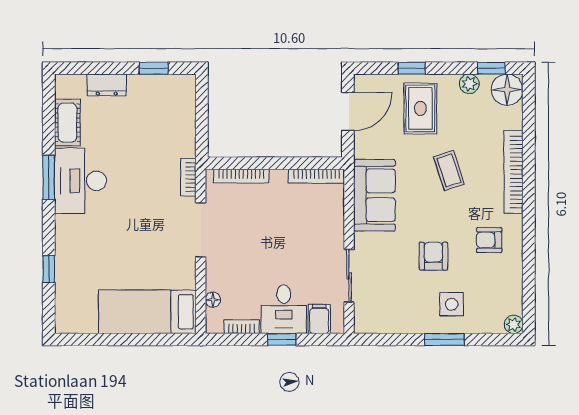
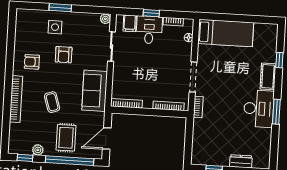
window: (412, 68) -> (70, 161), width x3.17
floor lamp: (507, 90) -> (17, 145), removed
cot: (67, 123) -> (268, 76), moved
armchair: (489, 240) -> (32, 62), turned 180
plant: (514, 324) -> (105, 19), moved

